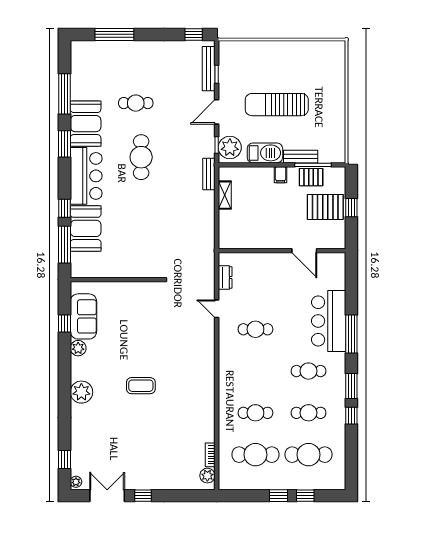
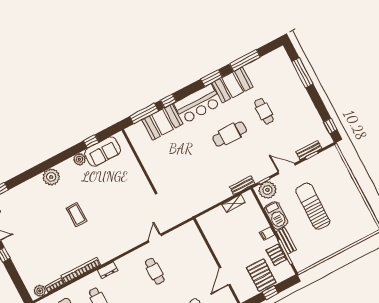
bench: (209, 69) -> (309, 150), width x0.73
dresser: (225, 278) -> (108, 270), moved
bookcase: (209, 415) -> (81, 270), added

